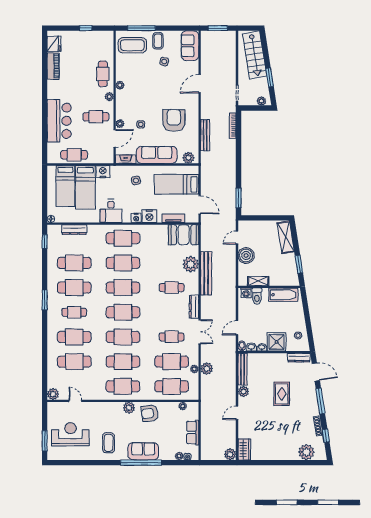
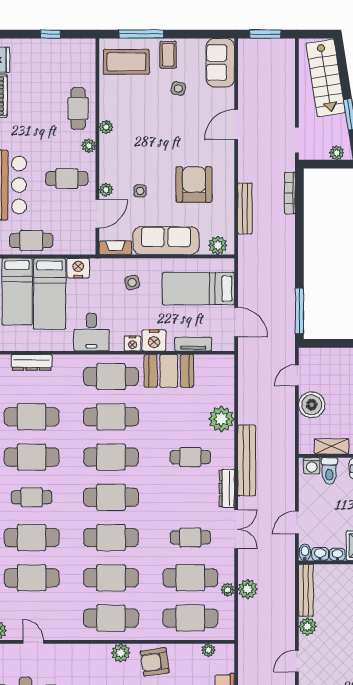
window: (239, 198) -> (299, 311), width x1.44
booth: (184, 235) -> (169, 371), moved
bench: (206, 273) -> (247, 460), moved

